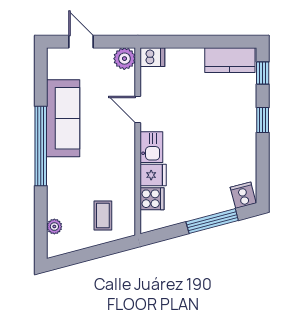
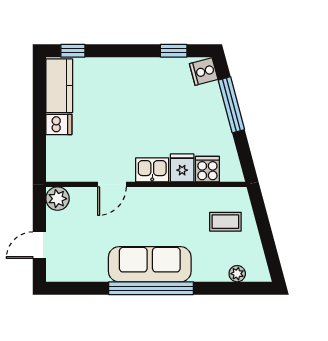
dishwasher: (152, 57) -> (59, 124), moved, turned 90
sofa: (63, 118) -> (150, 264), moved
window: (263, 120) -> (174, 51), moved

